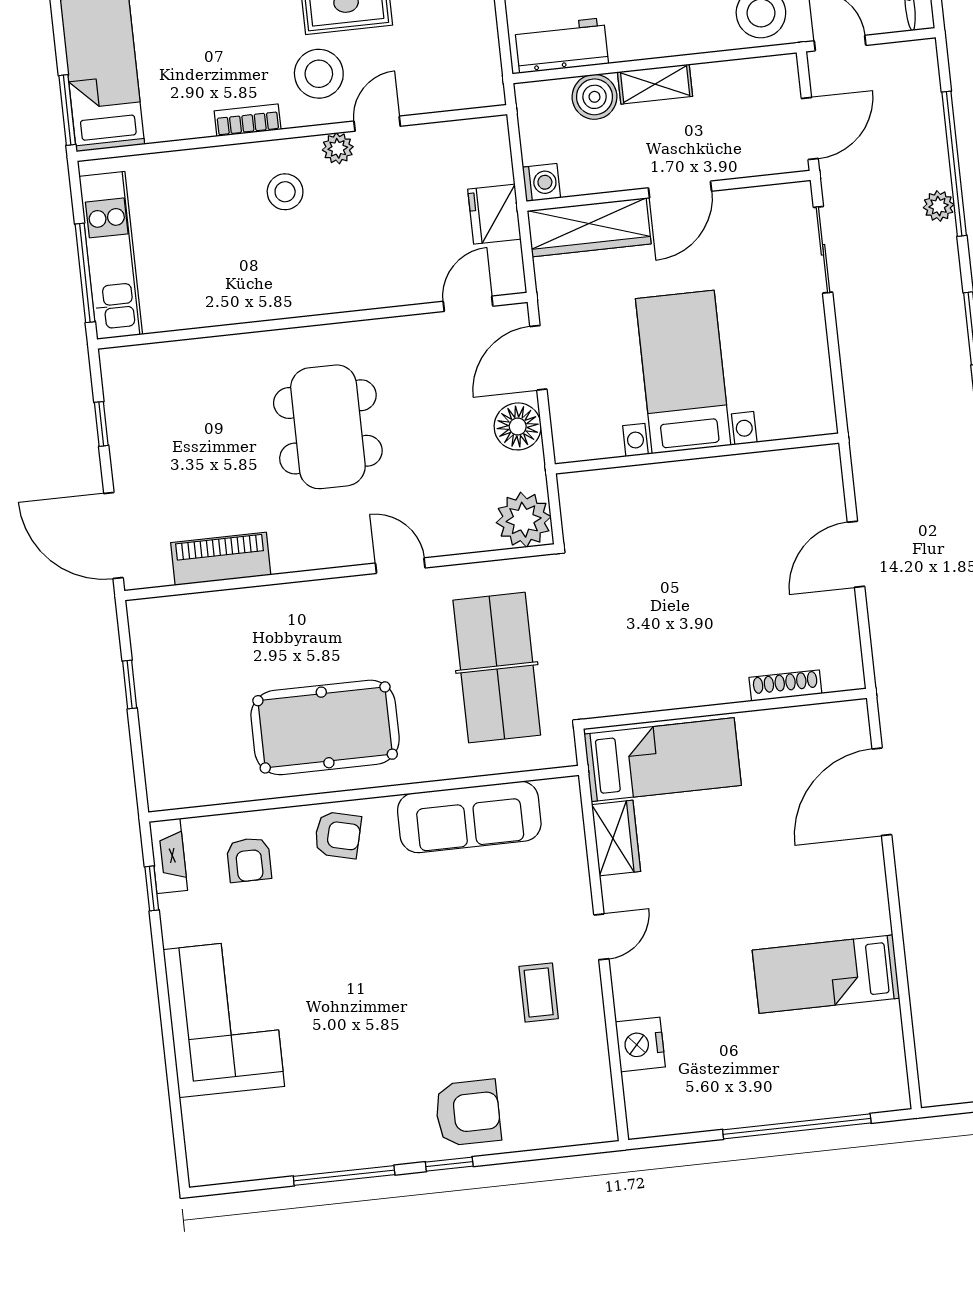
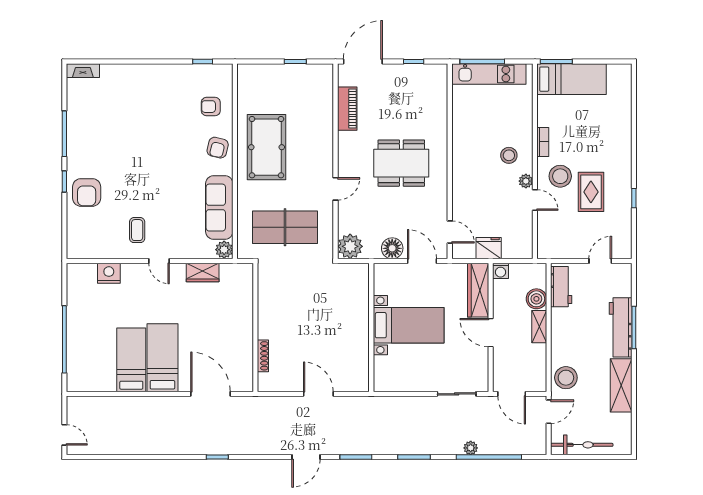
bed: (663, 760) -> (162, 358), moved, turned 180
plant: (561, 796) -> (224, 250), added
fireplace: (168, 856) -> (83, 71), moved
coffee table: (539, 993) -> (137, 230), turned 90
corner sofa: (224, 1018) -> (141, 88), removed

